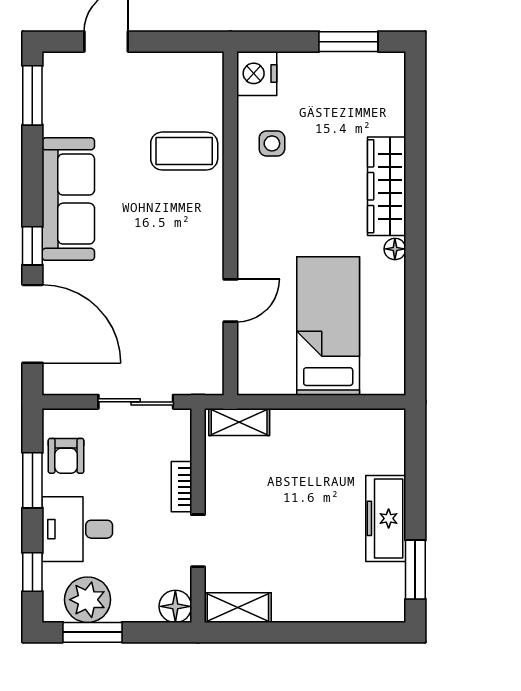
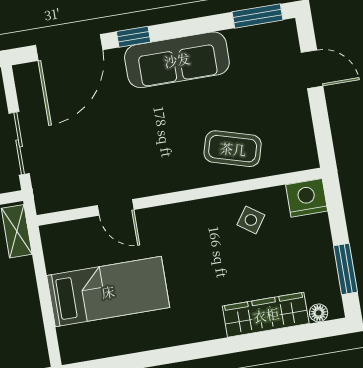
side table: (272, 143) -> (251, 220), turned 35
coffee table: (184, 151) -> (233, 149), turned -74
wardrobe: (387, 186) -> (266, 315), moved
floor lamp: (395, 249) -> (319, 313), moved

